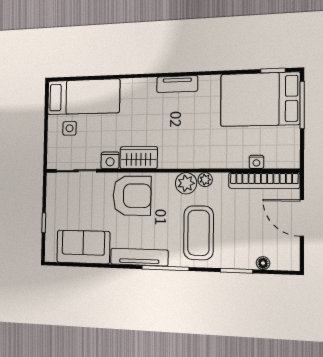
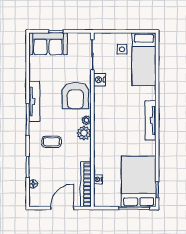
tv unit: (177, 84) -> (150, 120), width x1.41
wardrobe: (139, 158) -> (101, 100), removed
plant: (205, 180) -> (86, 120), moved
coffee table: (198, 233) -> (51, 142), width x0.54, depth x0.58
sofa: (83, 247) -> (48, 44), moved, turned 90

